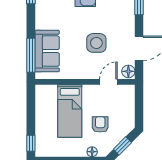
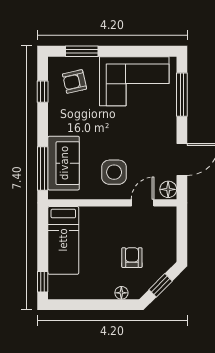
side table: (96, 43) -> (114, 172), moved
bed: (70, 111) -> (63, 240), moved

